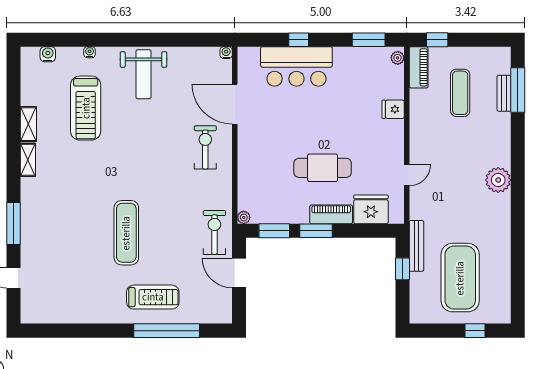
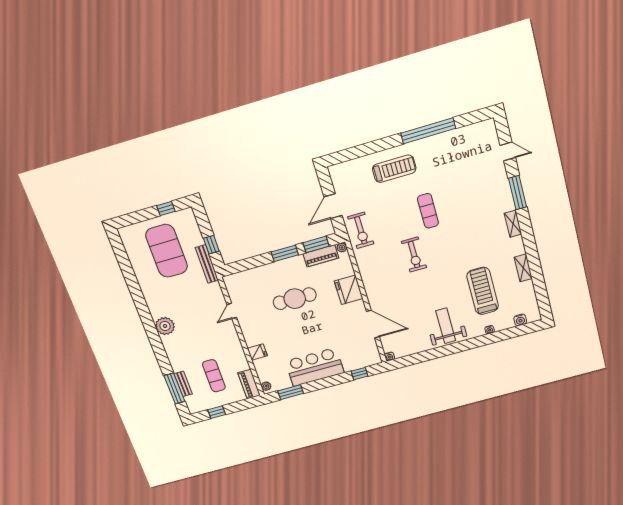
window: (299, 40) -> (359, 374), moved
window: (437, 40) -> (217, 412), moved
bar counter: (296, 66) -> (315, 367), moved
exercise bike: (205, 147) -> (414, 255), moved
shelving: (28, 160) -> (513, 224), moved
fridge: (371, 209) -> (349, 290), moved, turned 90
piano: (331, 214) -> (321, 256), moved
exercise mat: (126, 233) -> (428, 211), width x0.73, depth x0.69
door: (239, 273) -> (333, 206), swing flipped
treadmill: (153, 297) -> (394, 169), turned 180
window: (167, 331) -> (428, 131), moved
window: (475, 331) -> (166, 209), moved

